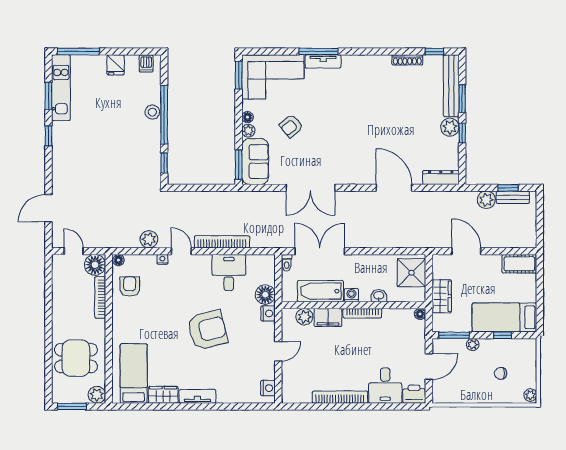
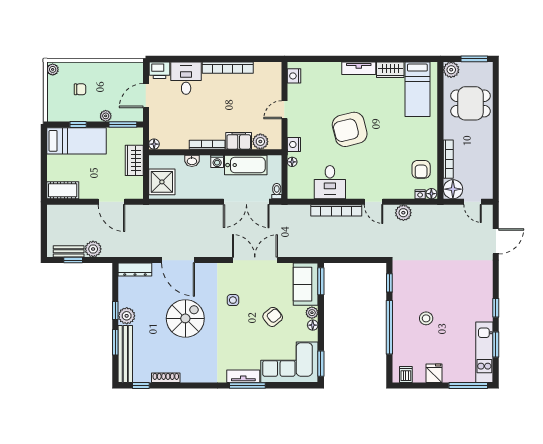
stool: (152, 112) -> (426, 318), moved
spiral stairs: (386, 124) -> (185, 318), added
side table: (334, 144) -> (233, 300), added
nightstand: (162, 259) -> (420, 194), moved
floor lamp: (265, 295) -> (292, 162), width x0.53, depth x0.53

